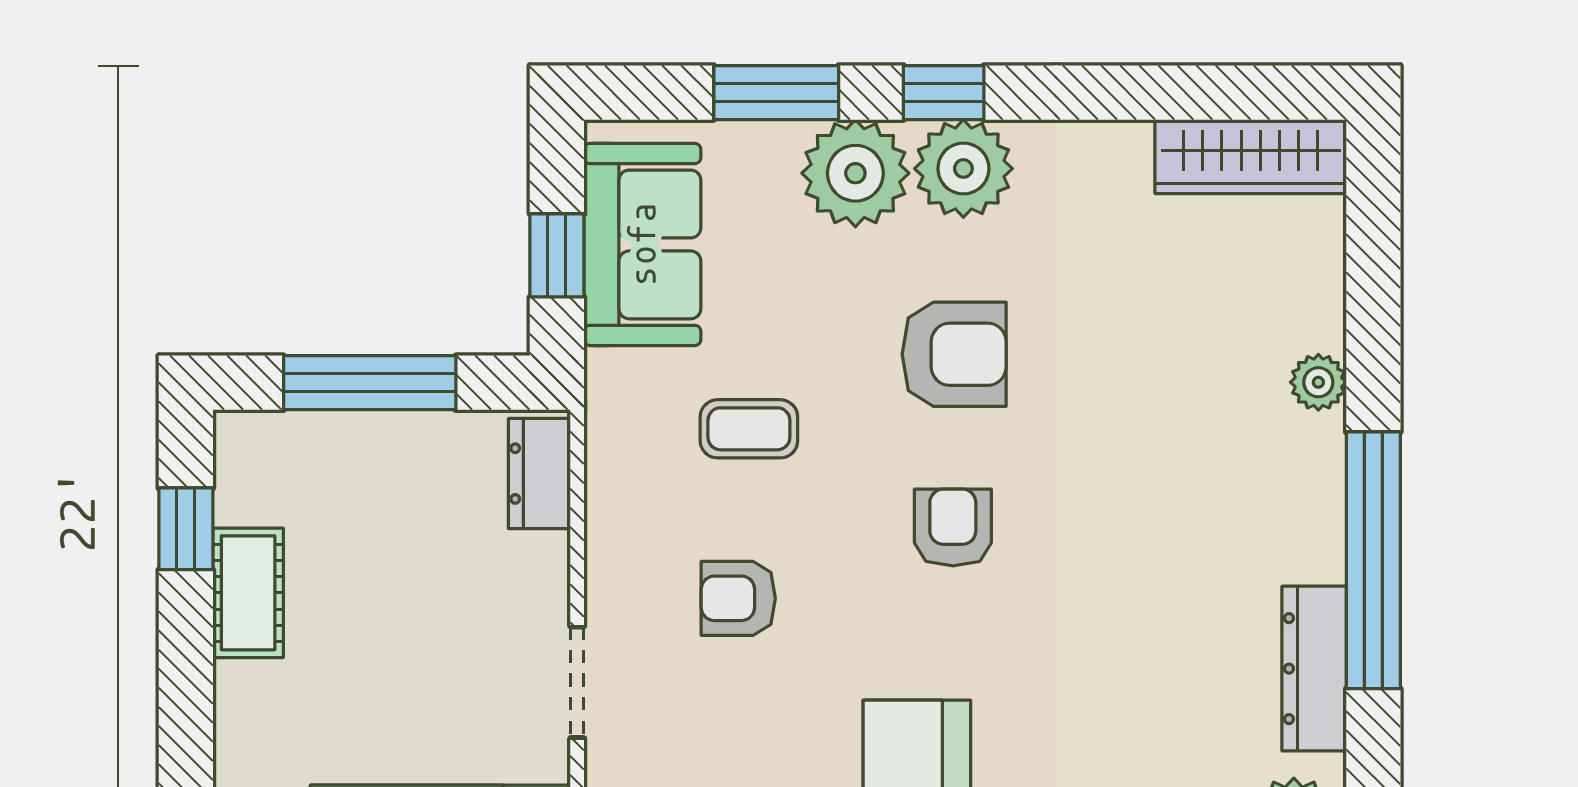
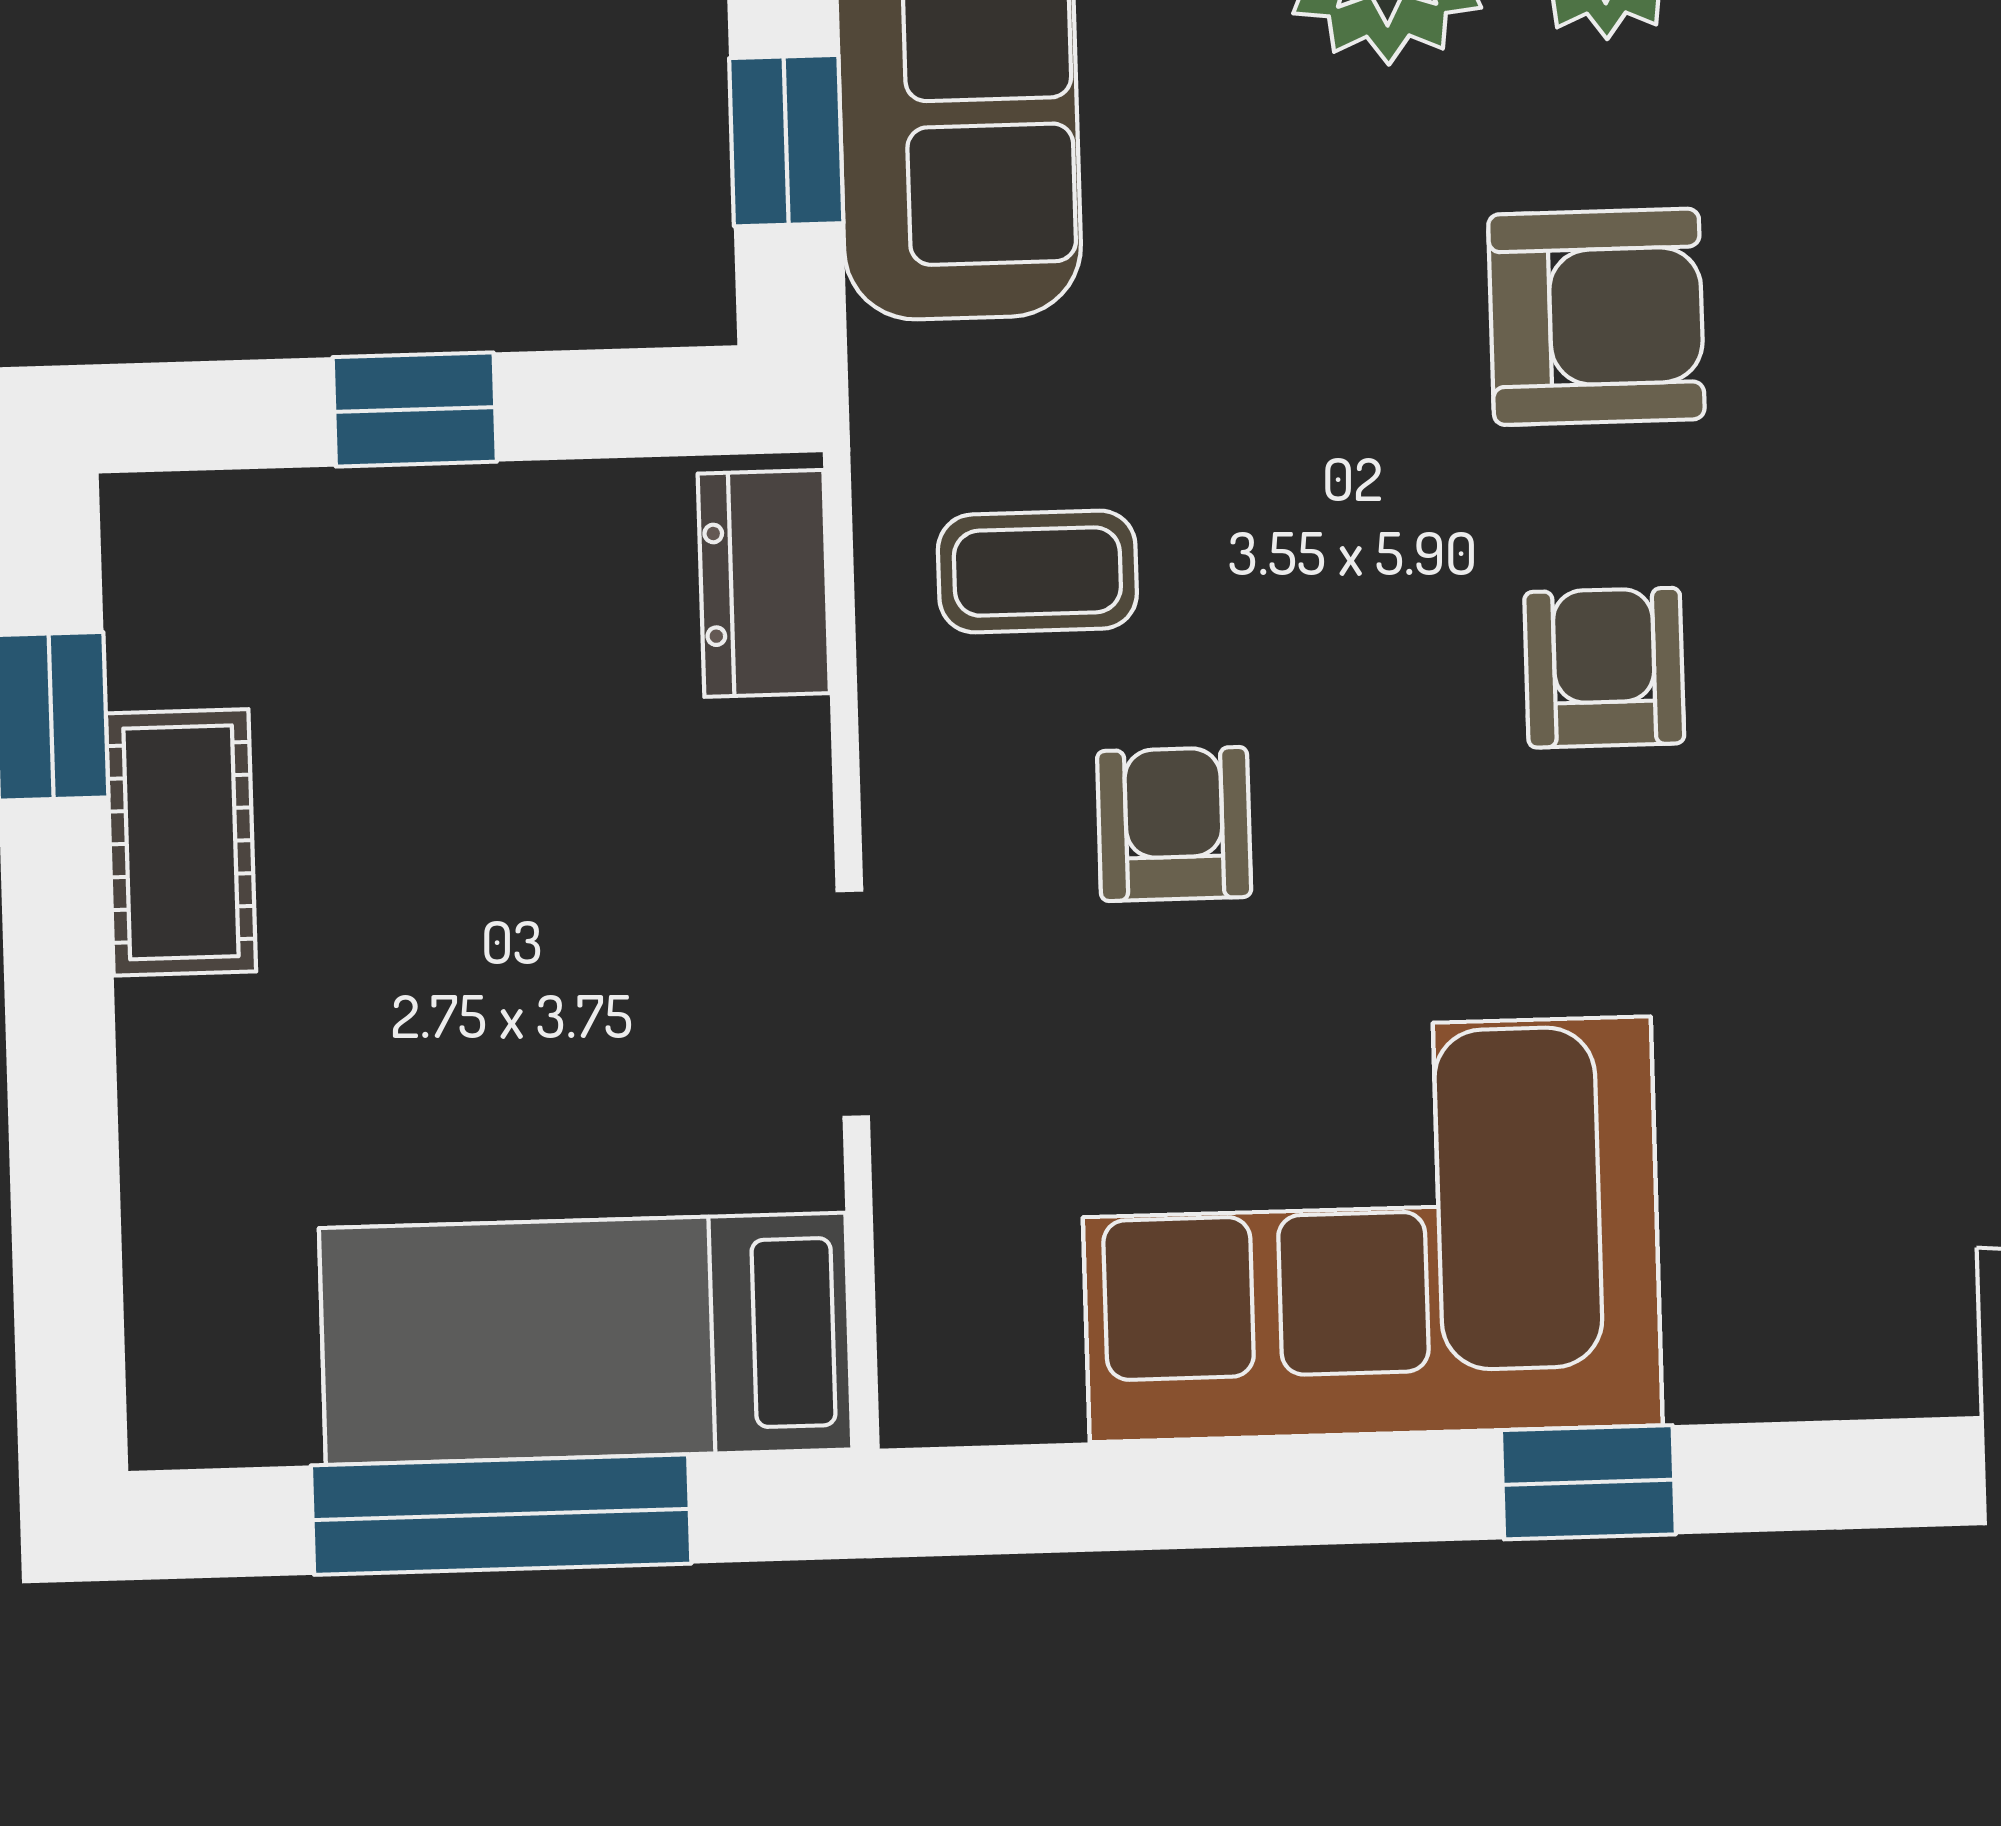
window: (370, 383) -> (415, 409), width x0.46
coffee table: (749, 429) -> (1037, 572), moved
armchair: (738, 598) -> (1174, 824), turned 90

